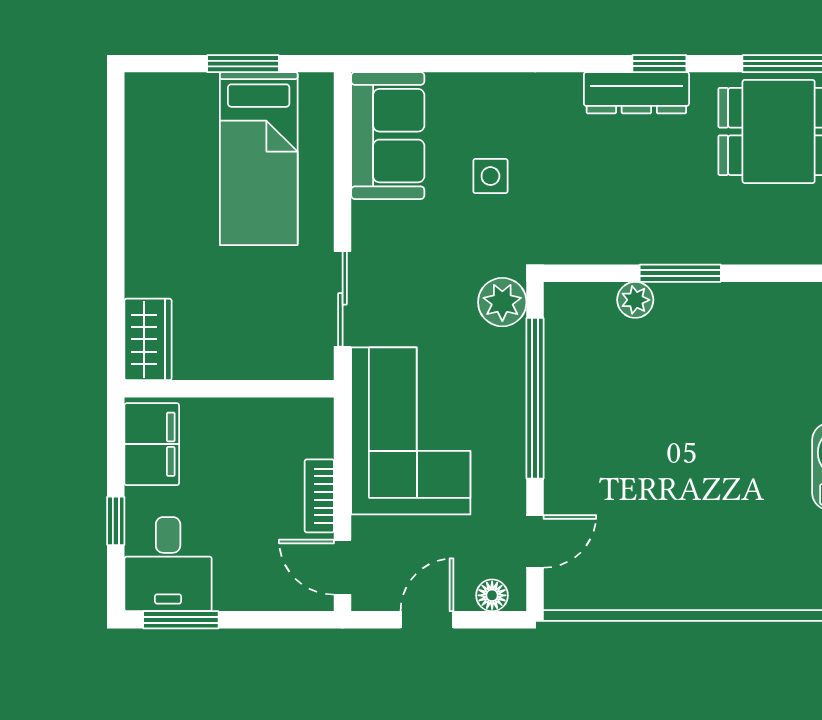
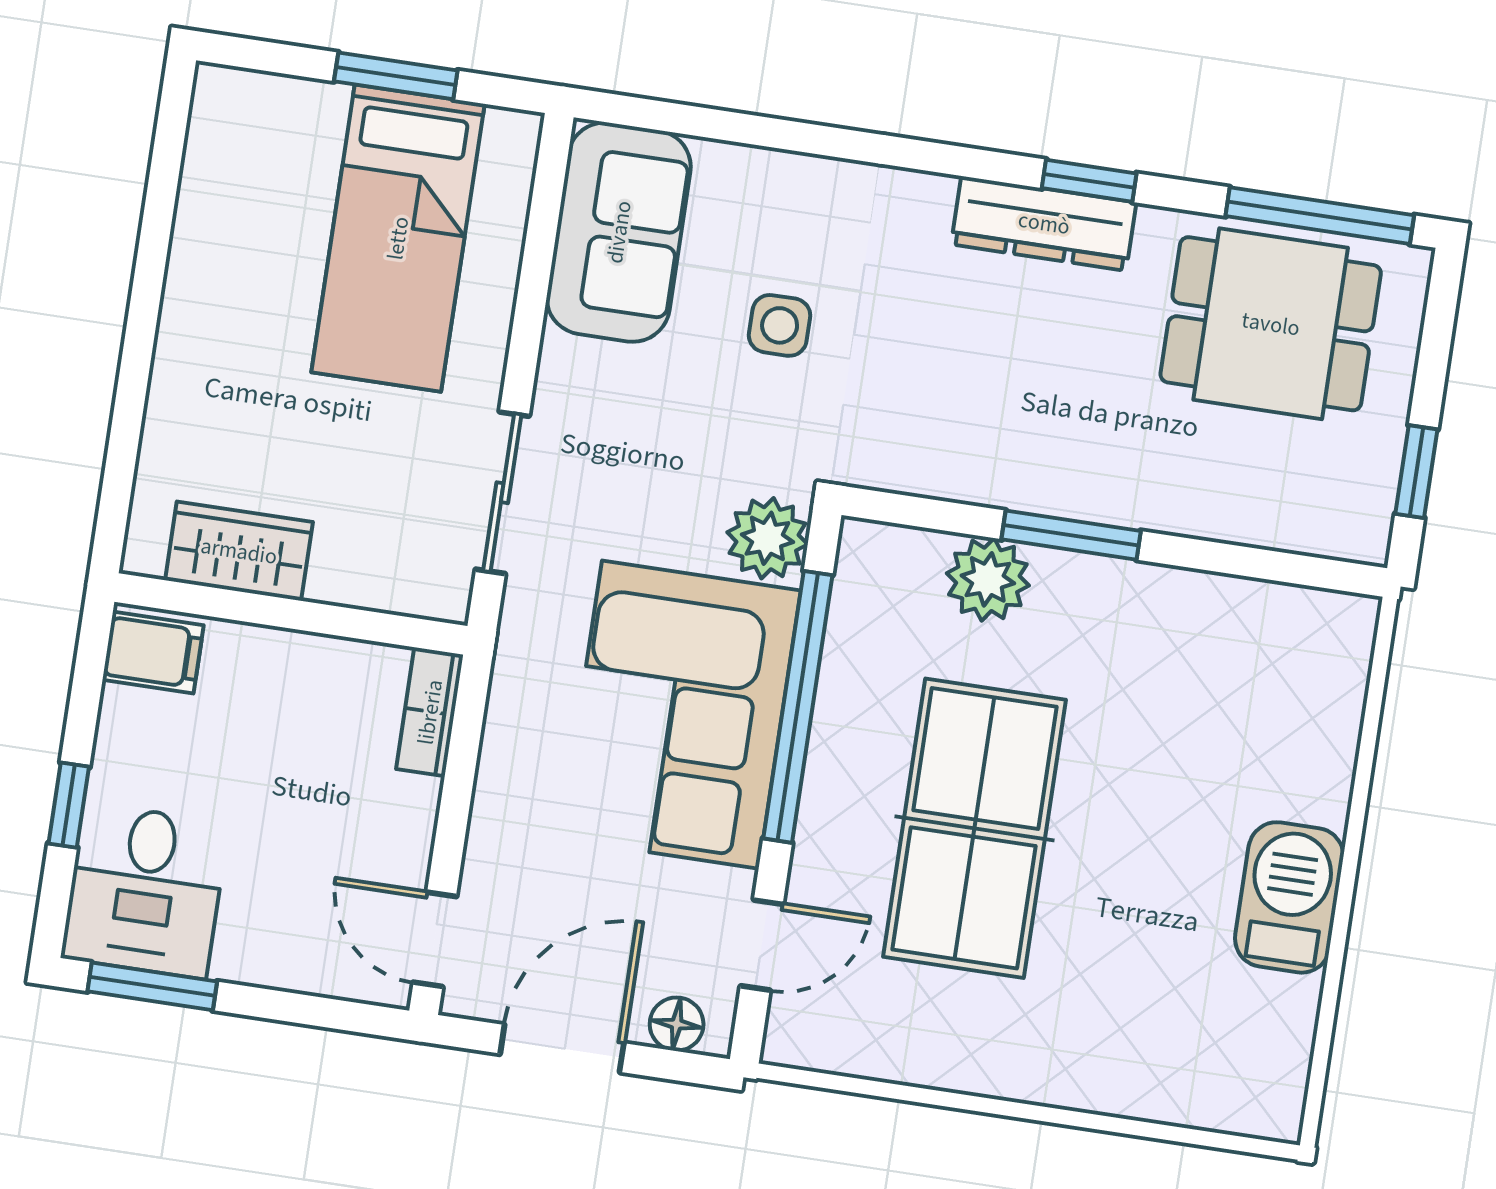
plant: (635, 300) -> (988, 579), width x1.38, depth x1.38
wardrobe: (148, 339) -> (239, 551), moved, turned -90
corner sofa: (411, 431) -> (680, 715), moved, turned 180
filing cabinet: (152, 444) -> (153, 653), width x0.50
table tennis table: (650, 454) -> (974, 828), added
bookcase: (319, 496) -> (430, 712), moved
door: (427, 620) -> (562, 1048), width x1.37

